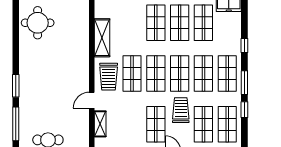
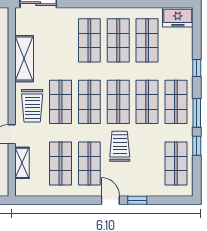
shop shelf: (203, 124) -> (61, 163), moved

